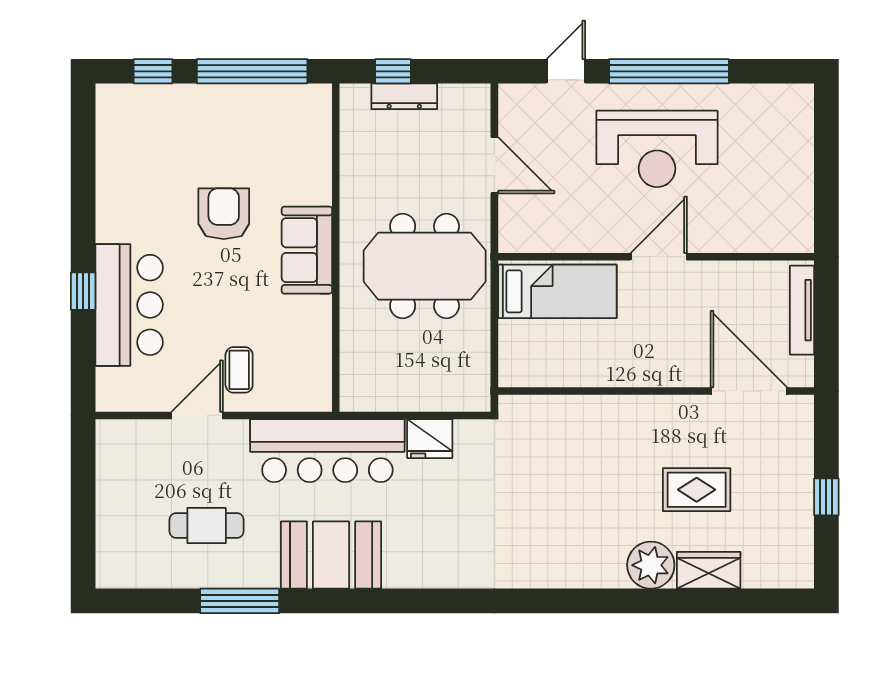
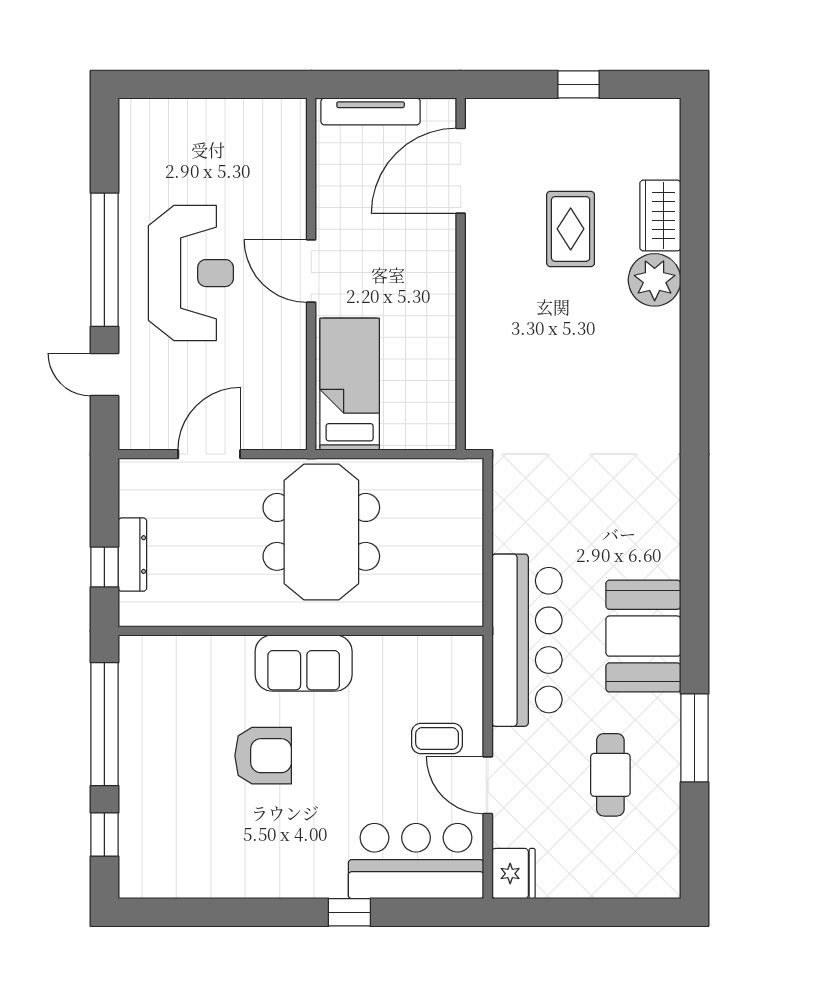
armchair: (224, 214) -> (263, 756), turned 180
bar counter: (129, 305) -> (416, 861), moved
fridge: (430, 439) -> (514, 874), moved

